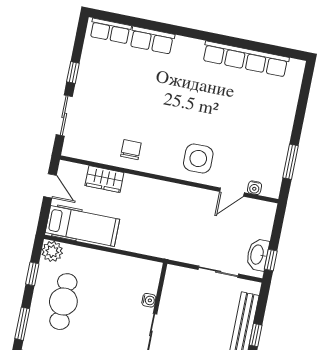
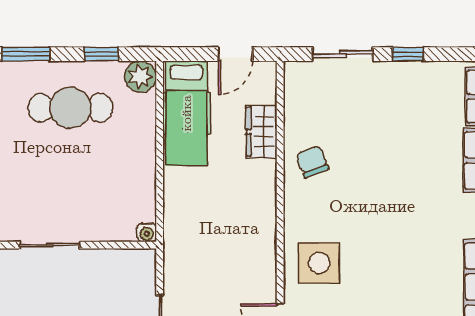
chair: (131, 150) -> (312, 162), turned -112
water cooler: (149, 300) -> (147, 232), moved

